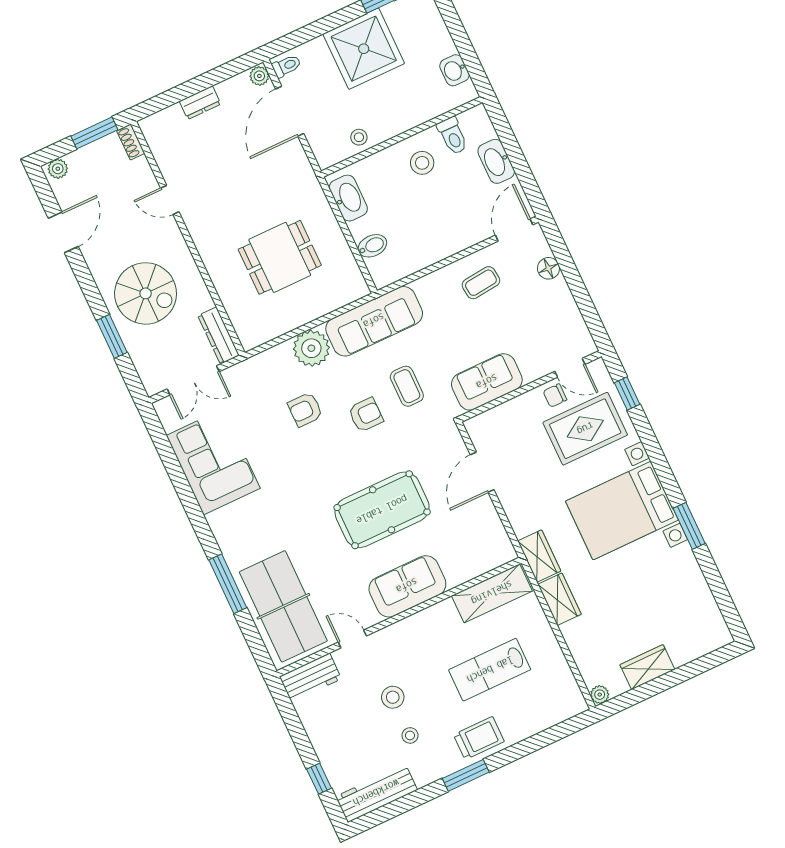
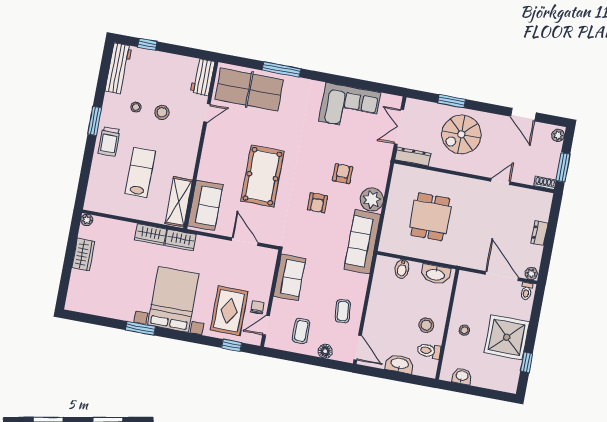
stool: (359, 137) -> (464, 330), moved
coffee table: (407, 386) -> (301, 331), moved, turned 90
sofa: (407, 586) -> (205, 205), moved

